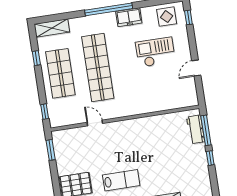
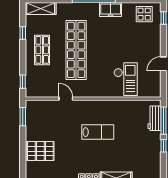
checkout: (155, 52) -> (126, 79), moved, turned 90
shop shelf: (60, 73) -> (42, 50), width x0.70, depth x0.74
lab bench: (121, 180) -> (98, 132), moved

